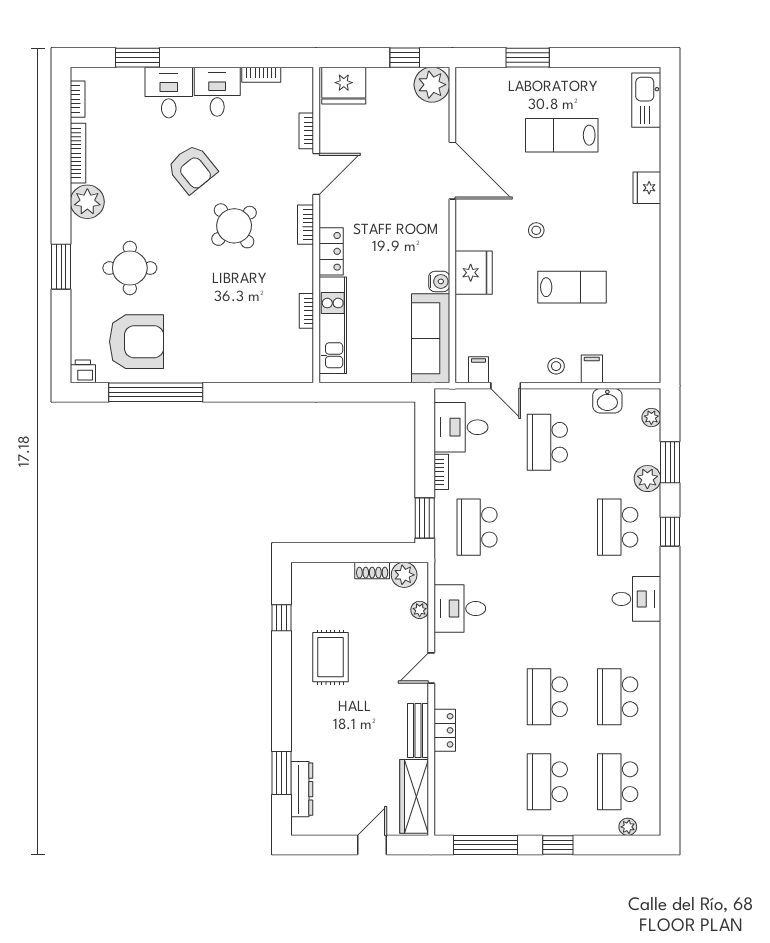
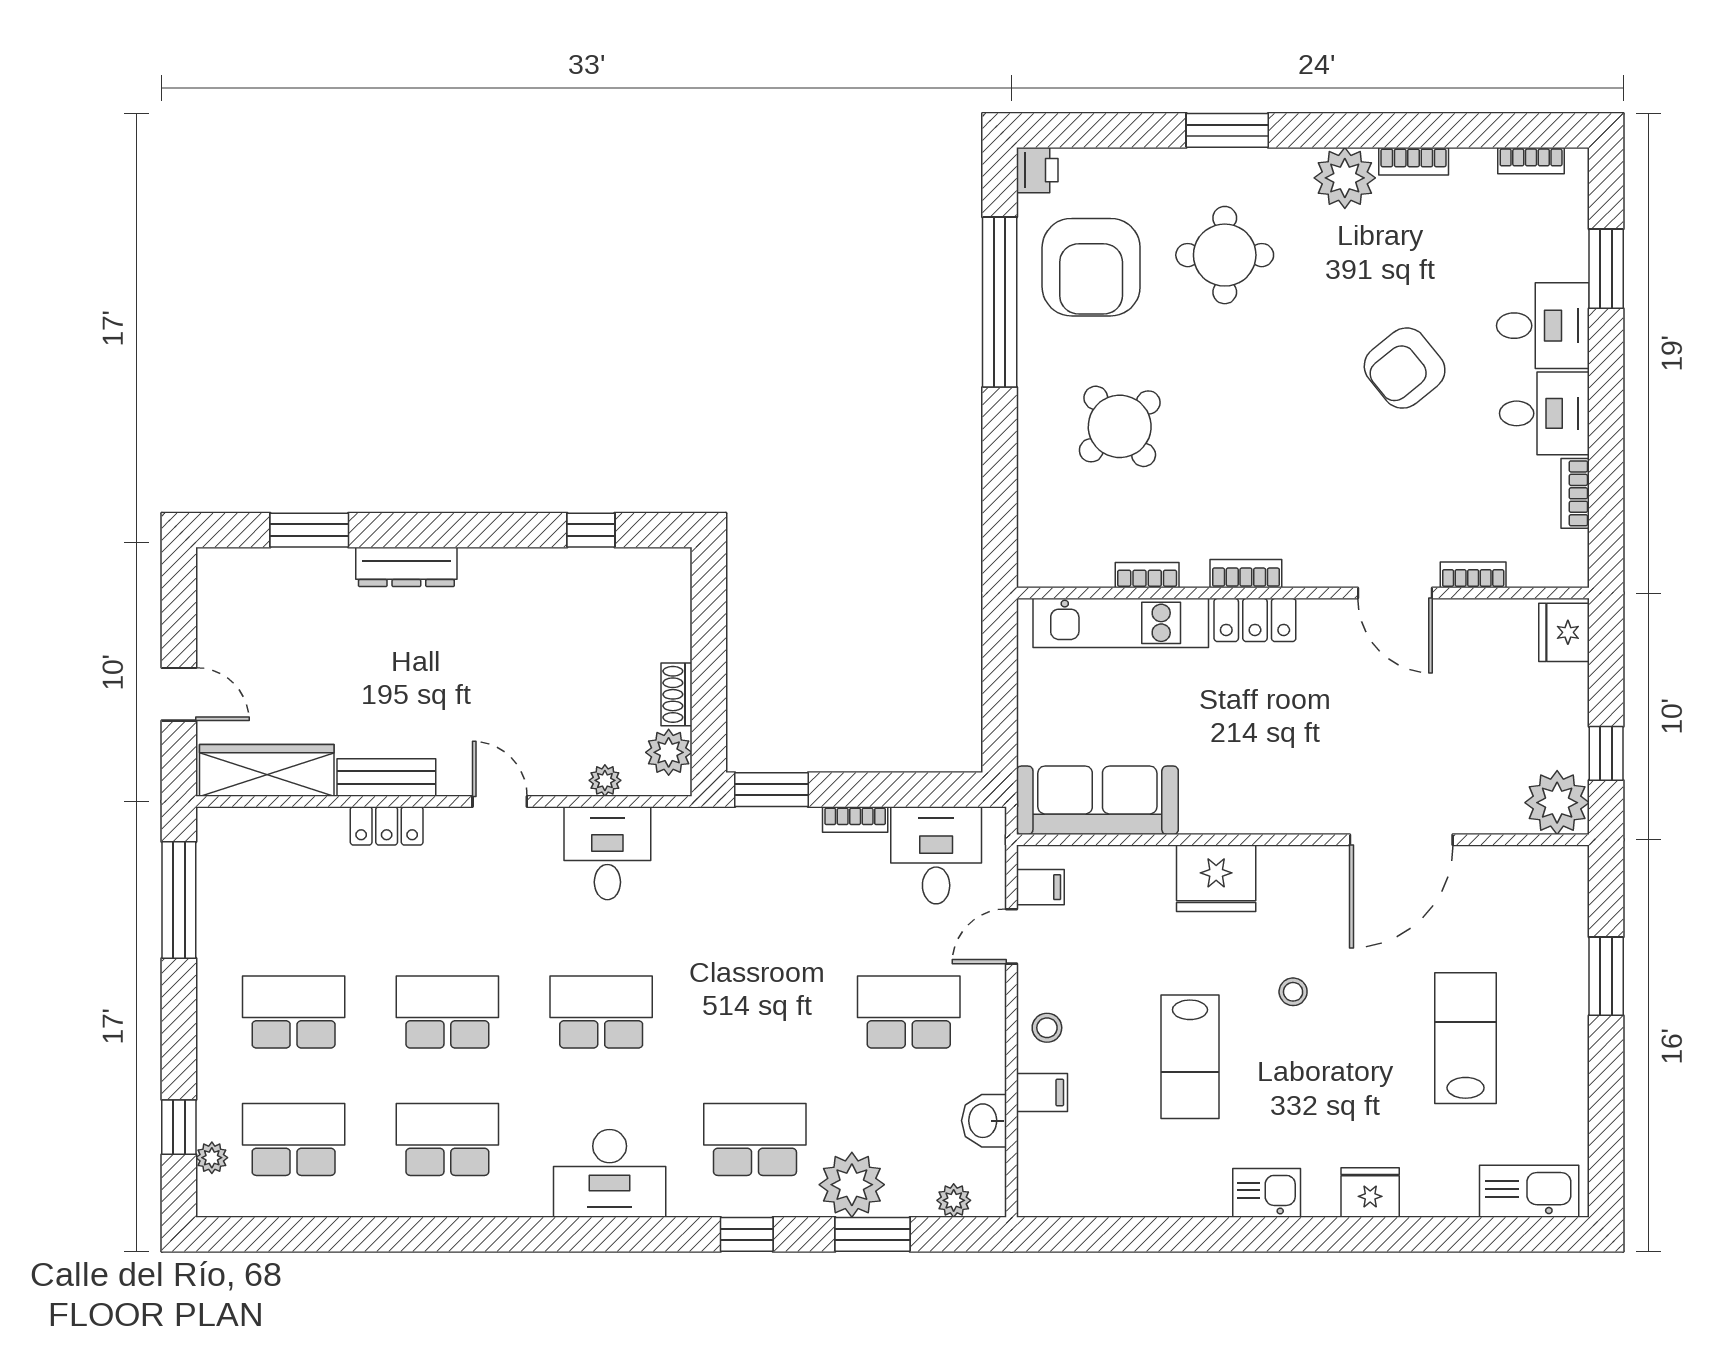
fridge: (344, 86) -> (1564, 632), width x0.73, depth x0.75
bookcase: (78, 153) -> (1414, 161), width x0.64
bookcase: (306, 225) -> (1246, 574), moved
round table: (234, 226) -> (1120, 426), moved
kitchen sink: (647, 245) -> (1267, 1193), added
water cooler: (439, 281) -> (1200, 816), removed
plant: (647, 479) -> (852, 1185), width x1.36, depth x1.36
school desk: (477, 527) -> (601, 1012), moved
desk: (636, 599) -> (610, 1173), width x1.37
rug: (331, 657) -> (519, 619), removed
dresser: (302, 789) -> (406, 567), moved
window: (558, 845) -> (179, 1127), moved

